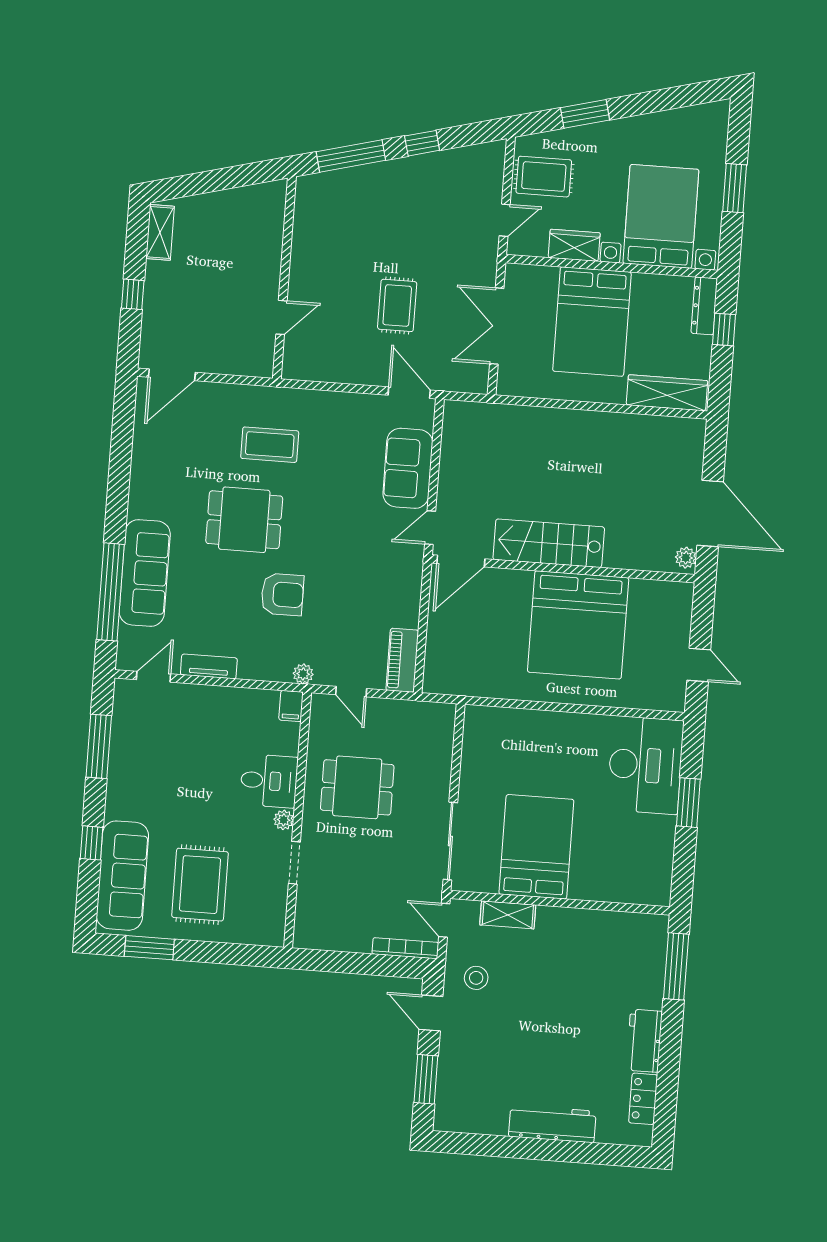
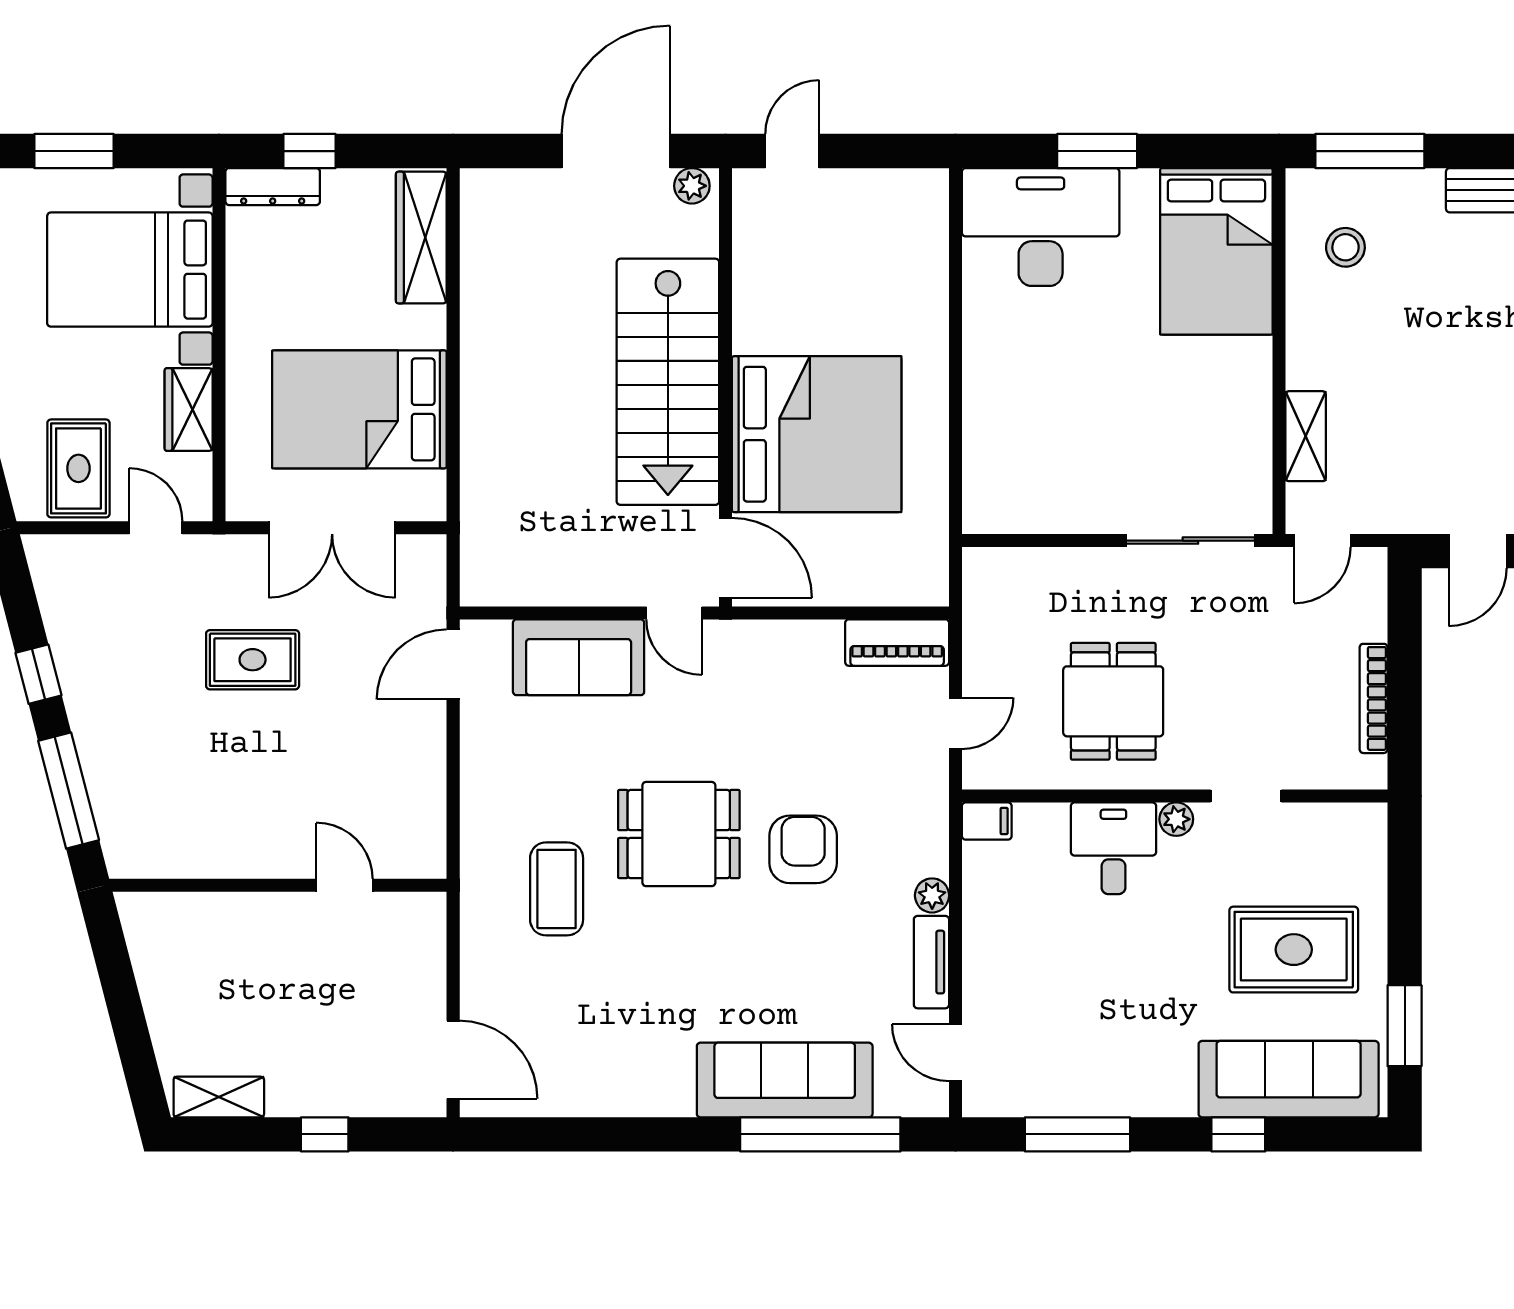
rug: (397, 305) -> (253, 660), moved
bed: (592, 322) -> (359, 409), moved, turned 180
dining table: (244, 520) -> (679, 834), moved, turned 90
stairs: (549, 543) -> (668, 382), width x1.36, depth x1.51
bed: (578, 625) -> (817, 434), moved
door: (699, 665) -> (792, 151), moved
plant: (303, 674) -> (932, 895), moved
bed: (536, 847) -> (1216, 251), moved, turned -90
bookcase: (405, 948) -> (1374, 698), moved
stool: (476, 978) -> (1345, 247), moved

